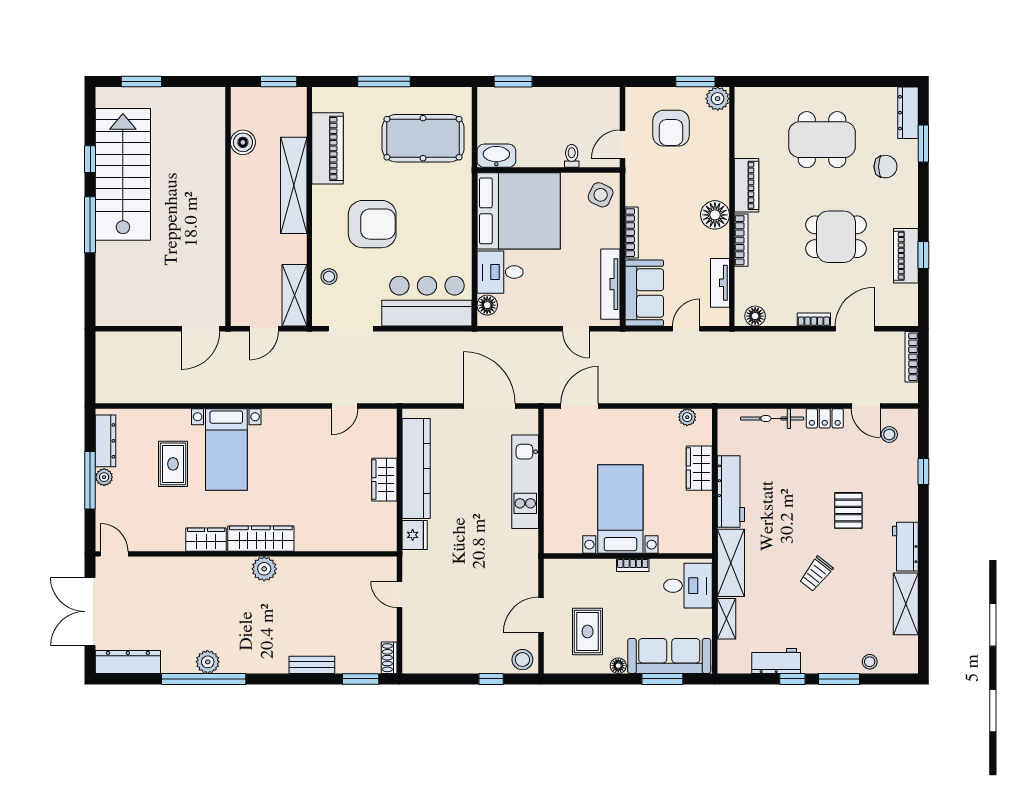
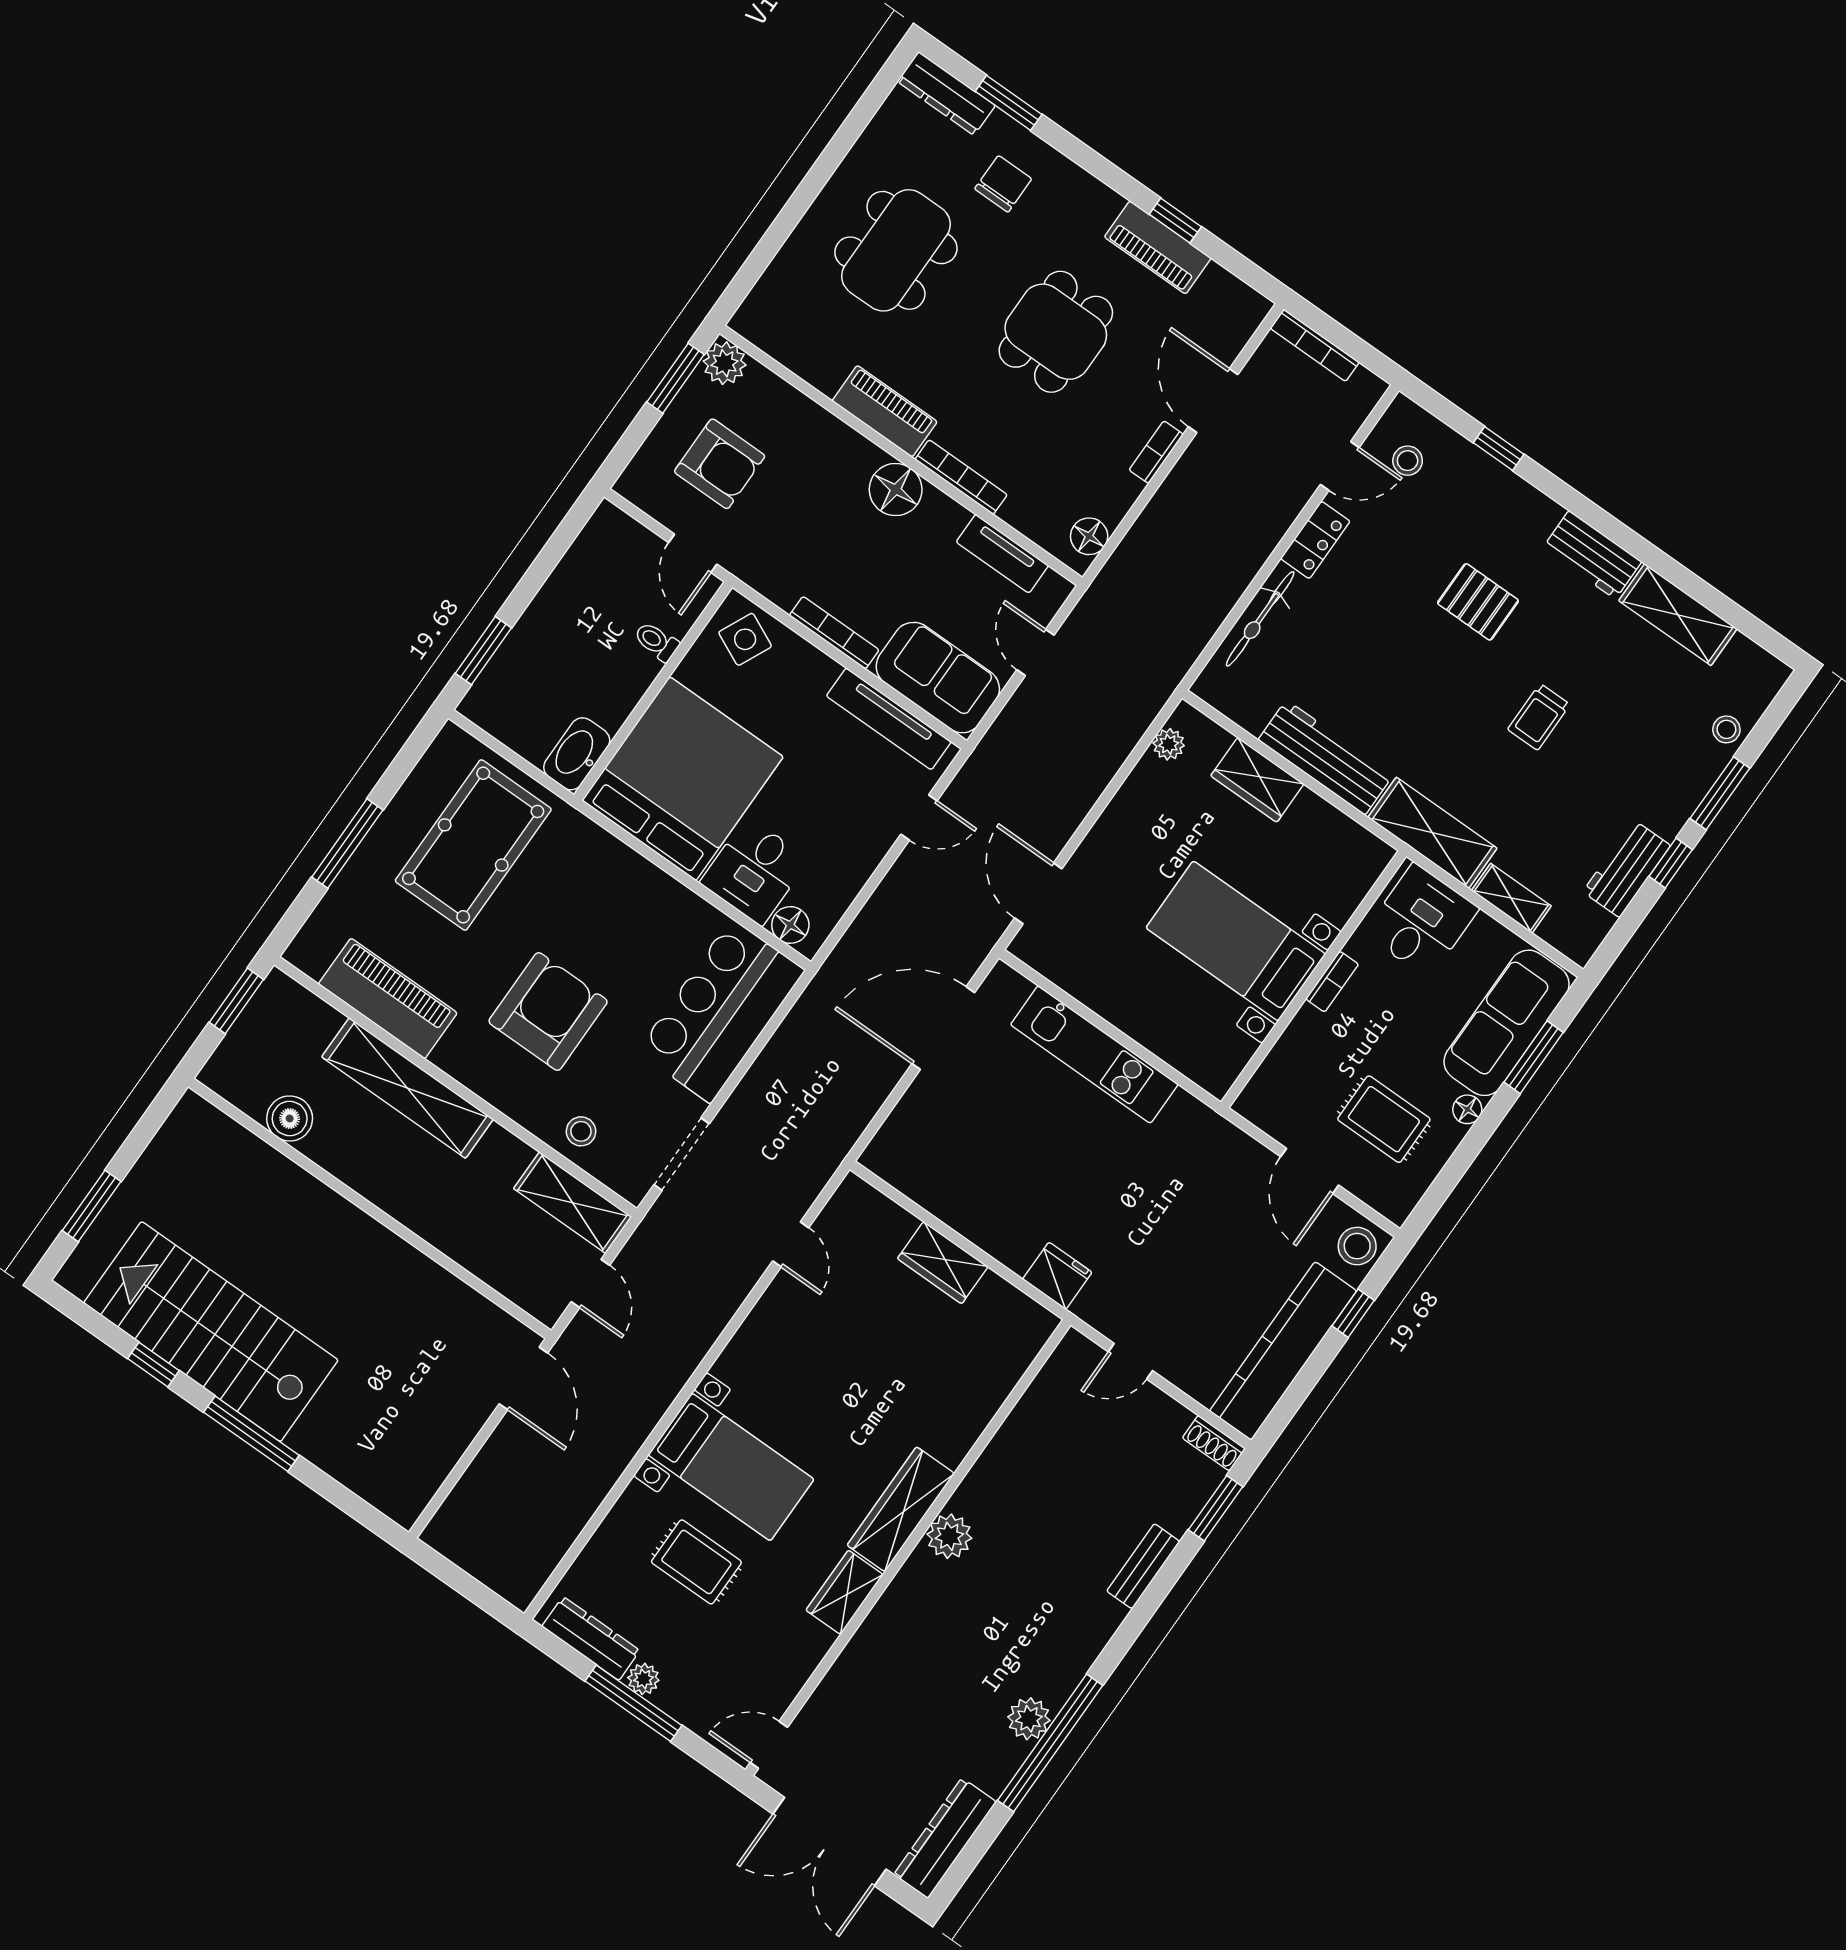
kitchen counter: (416, 469) -> (1283, 1351), moved, turned -90
trolley: (816, 574) -> (1539, 717), turned 52

